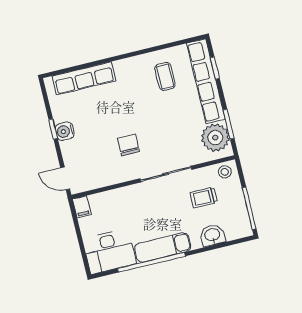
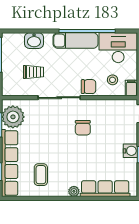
plant: (121, 66) -> (74, 191), added
stool: (225, 172) -> (112, 80), moved
chair: (134, 196) -> (89, 87), added

